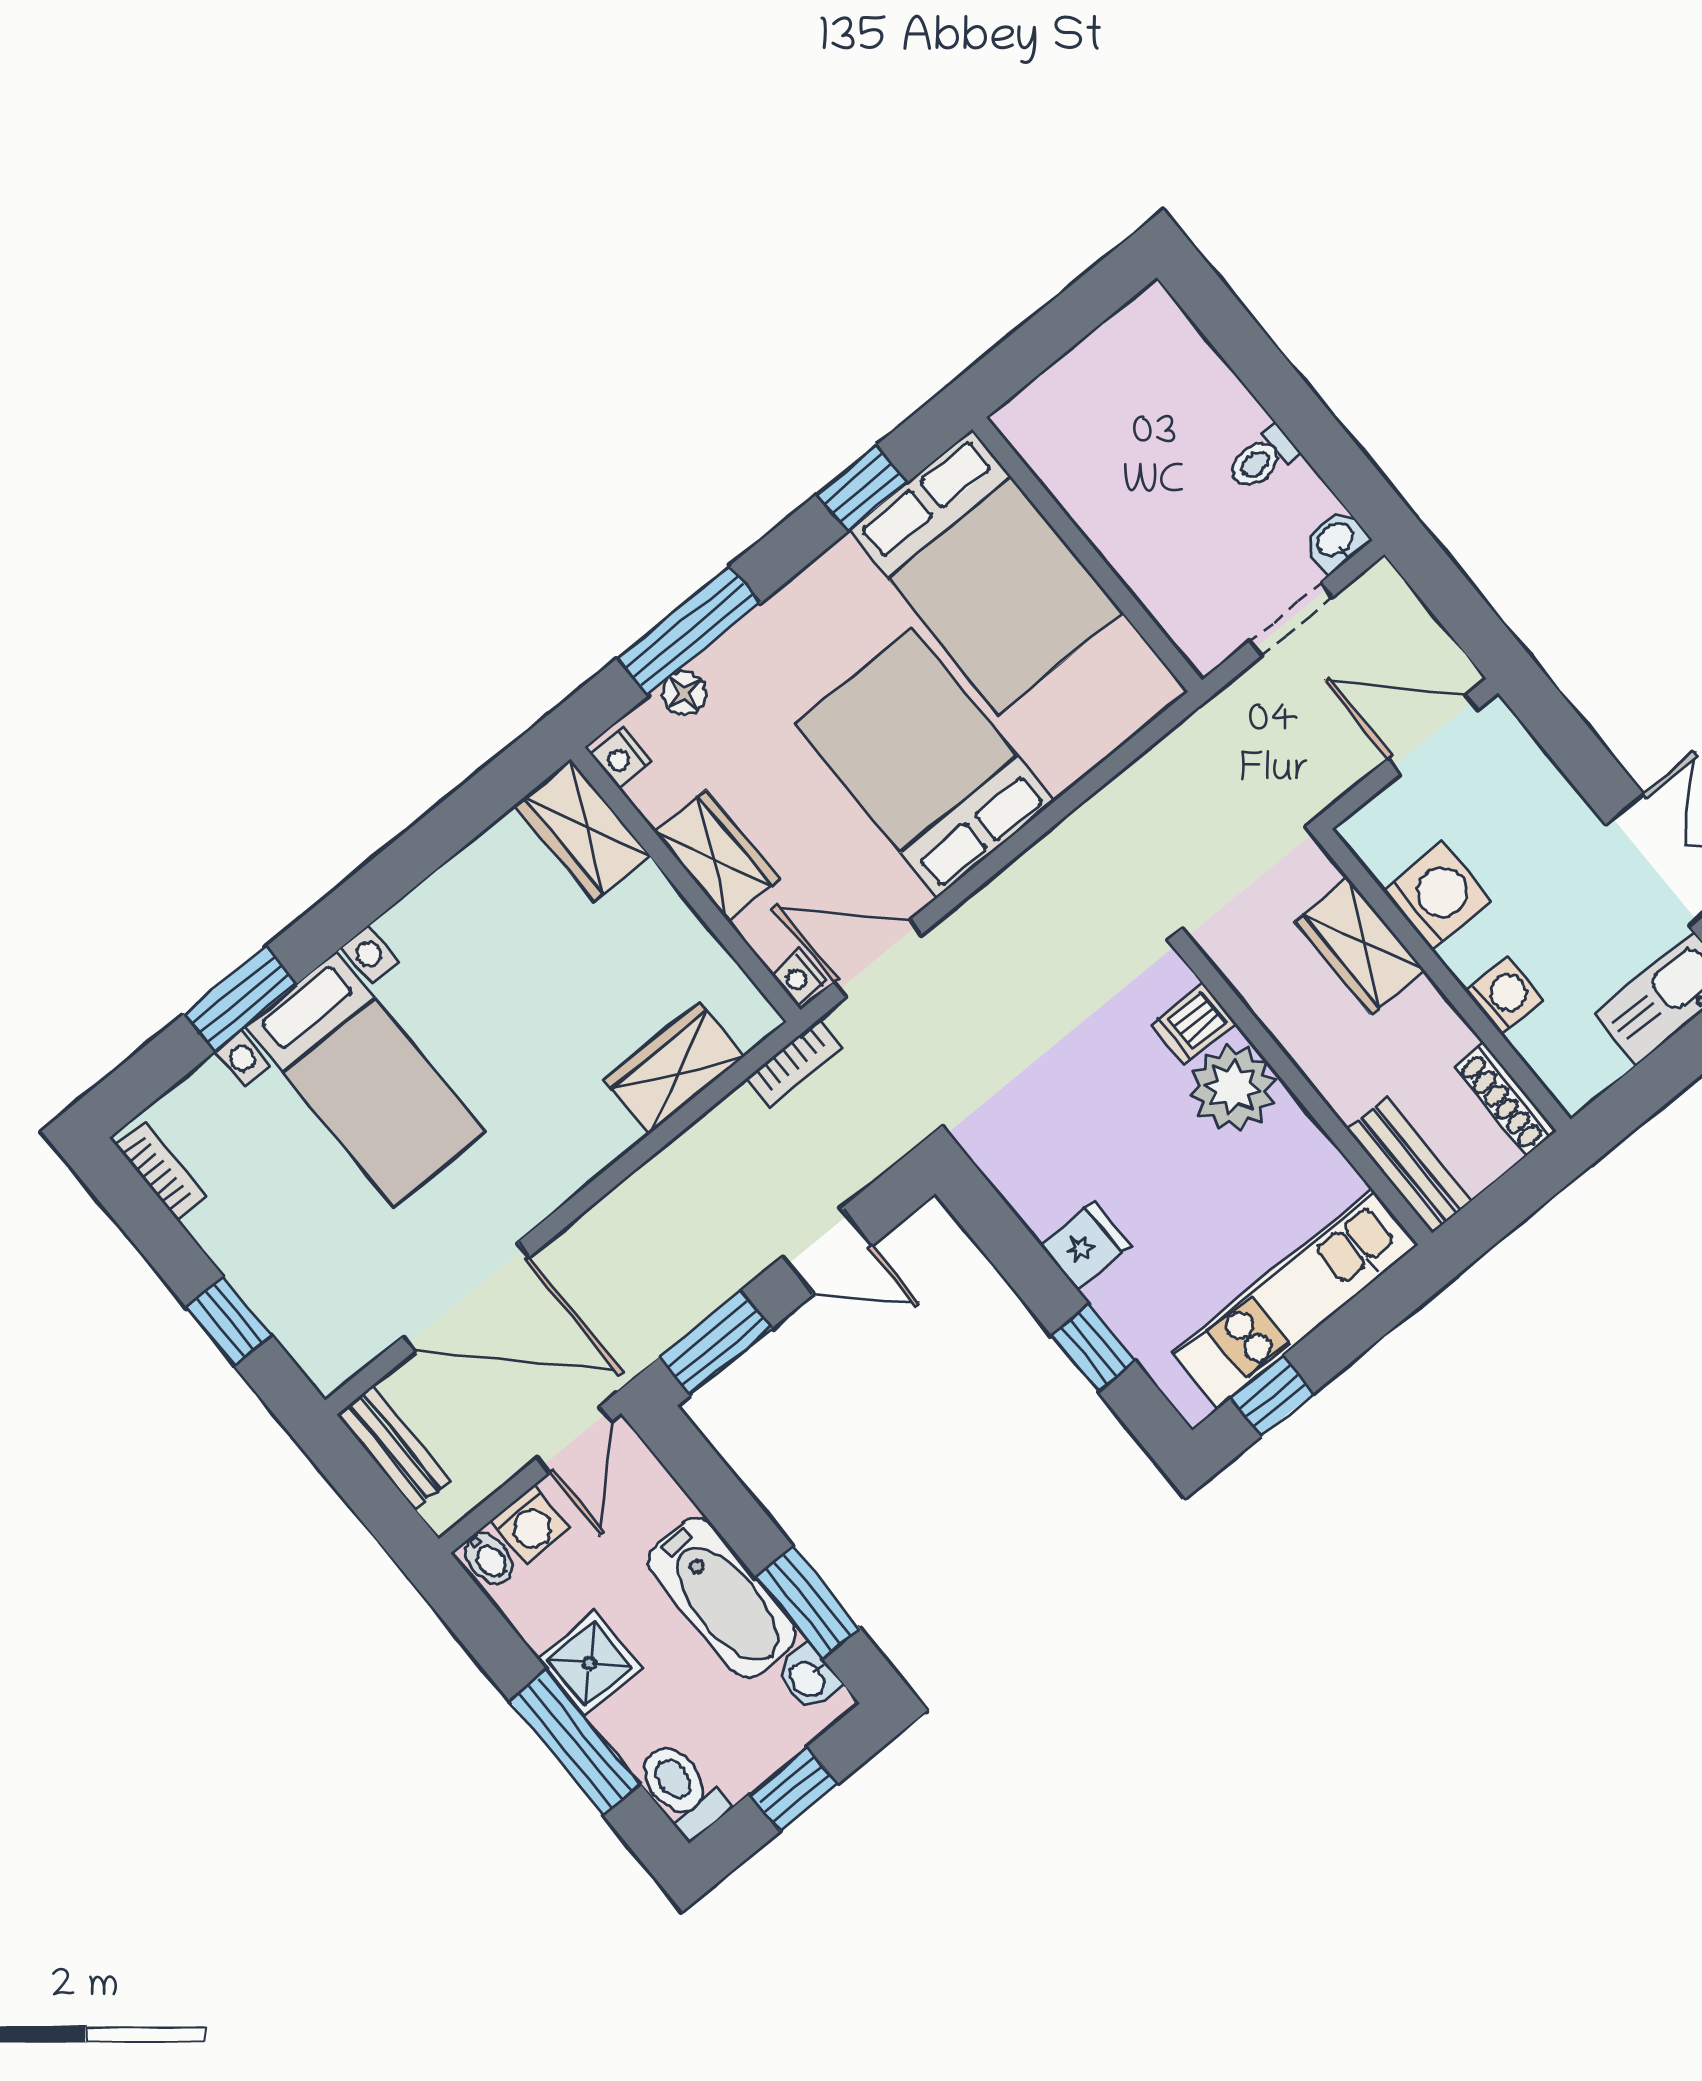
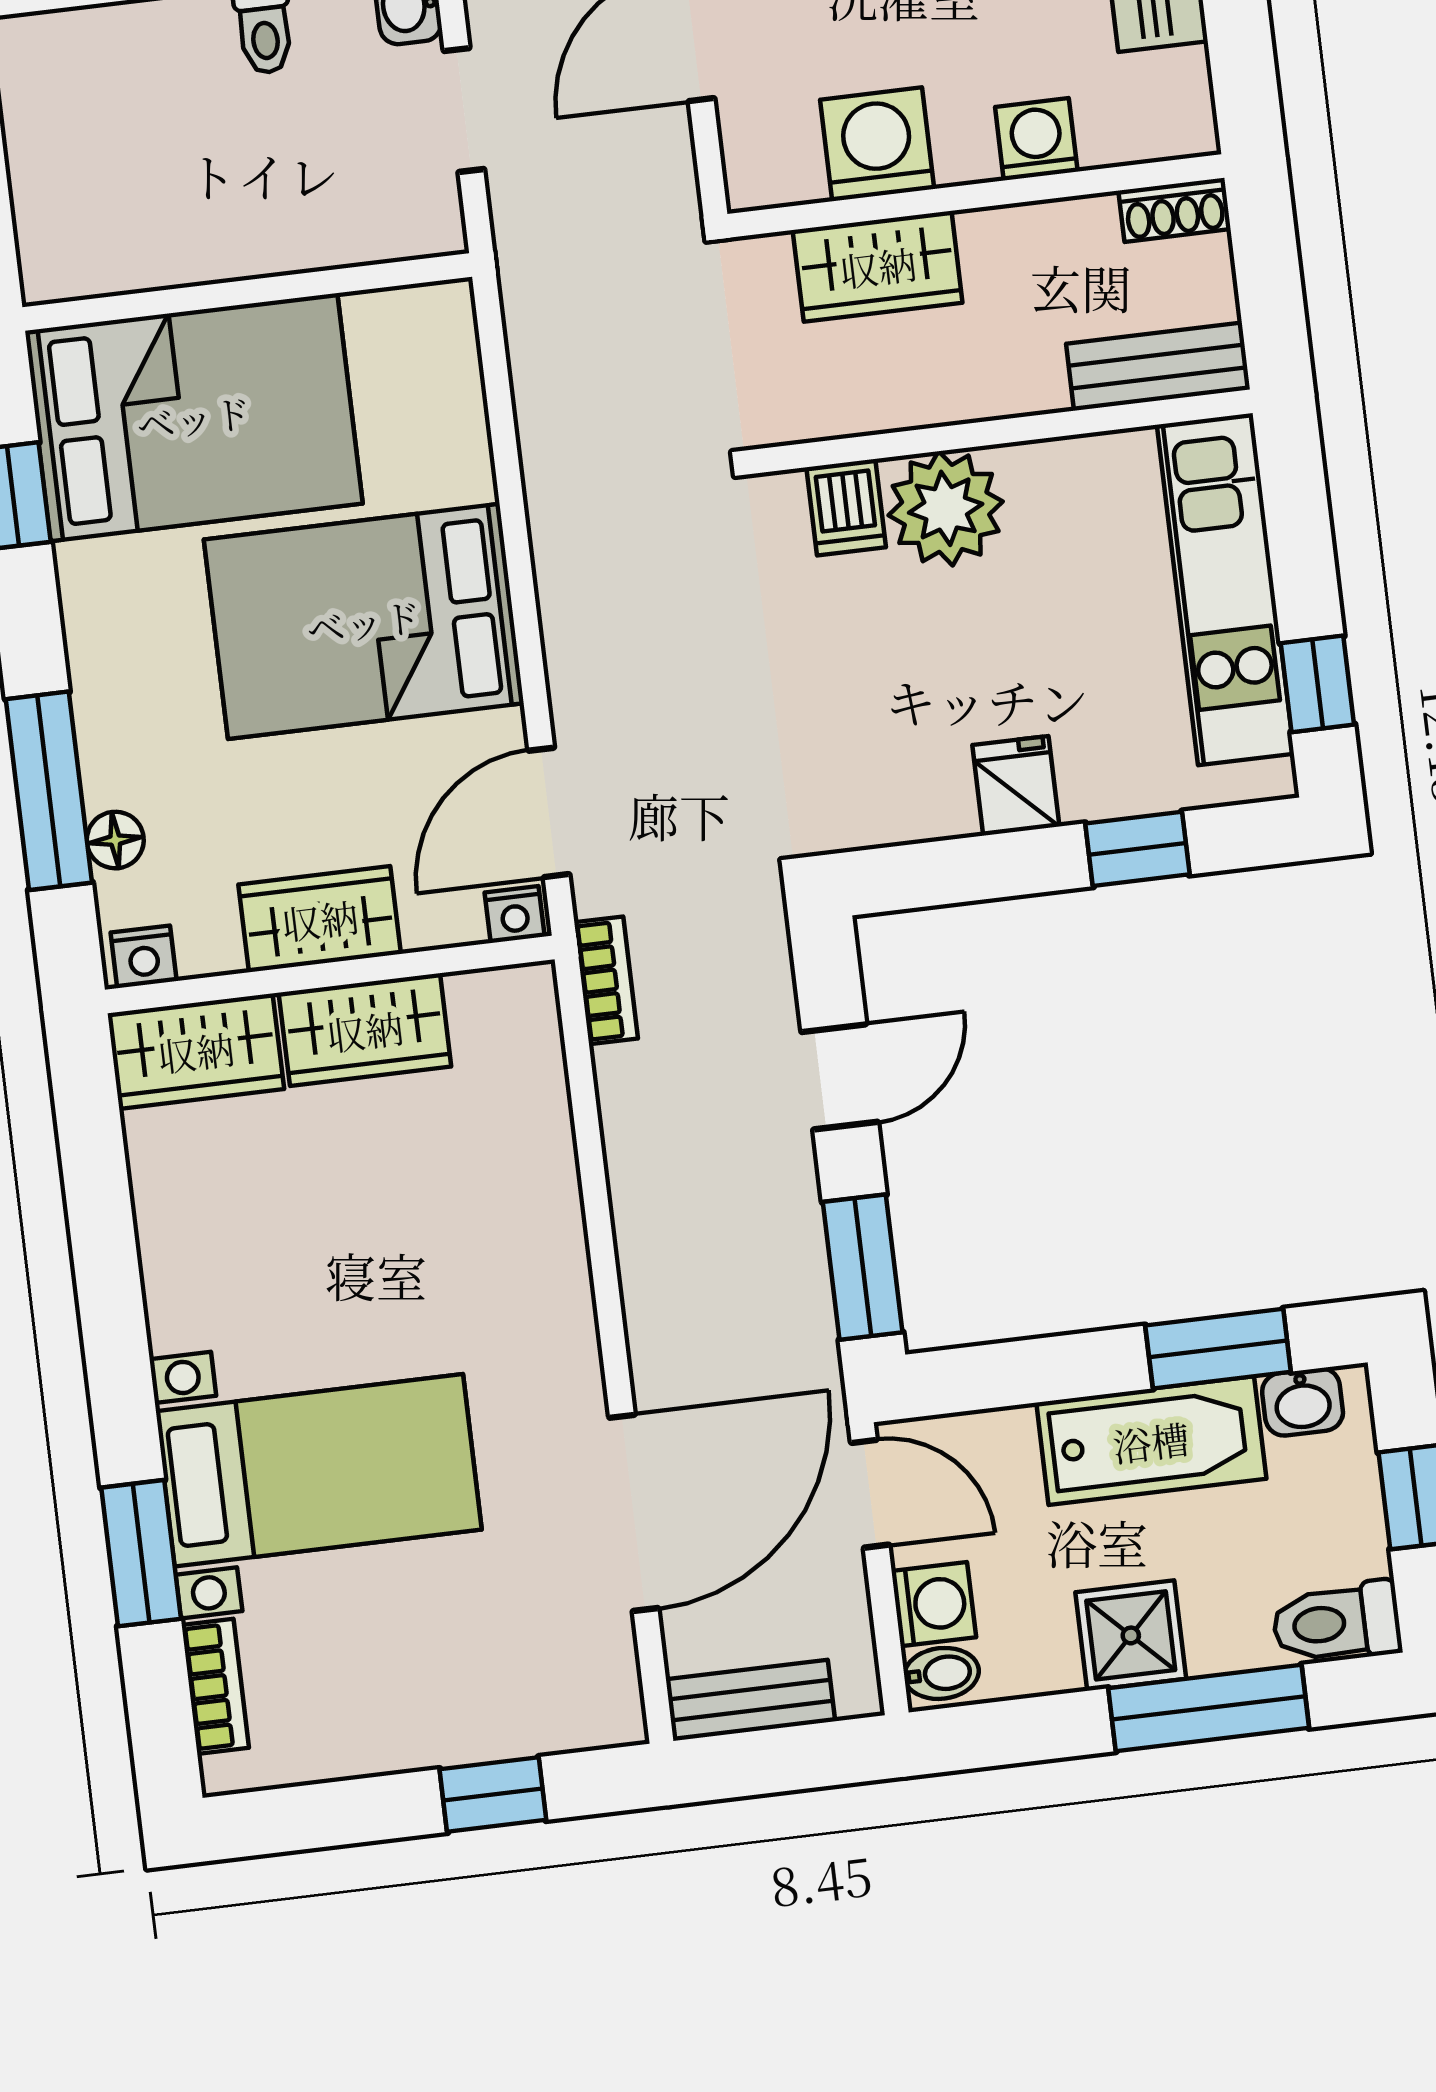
wardrobe: (674, 1068) -> (365, 1030), moved, turned -90
shoe rack: (1505, 1099) -> (1174, 210), width x0.70
bookcase: (161, 1170) -> (215, 1686), moved, turned 90

